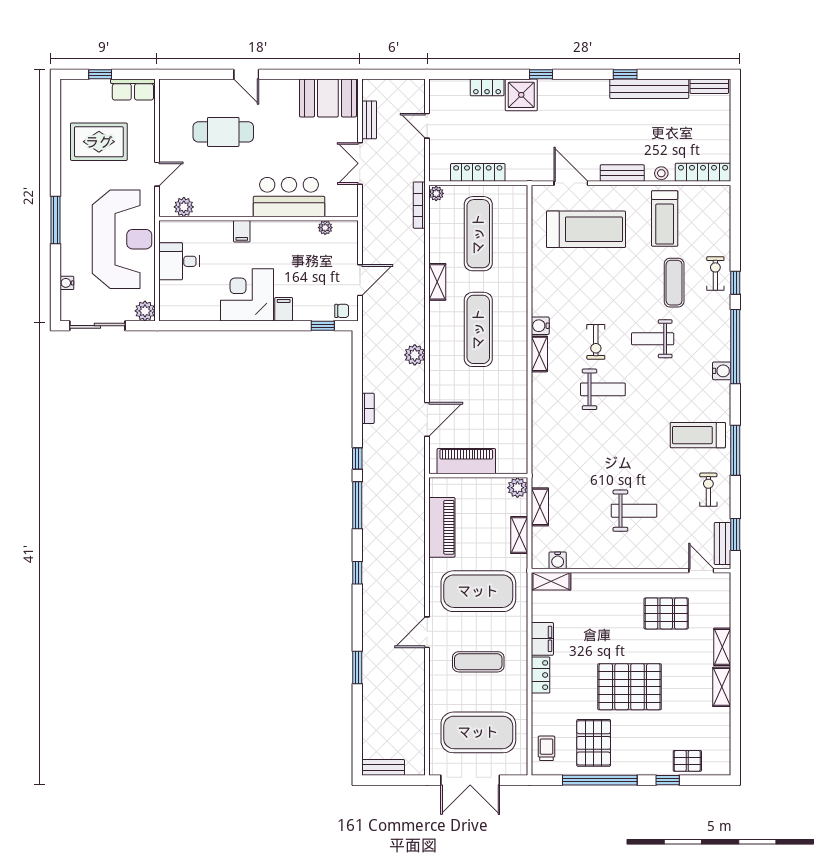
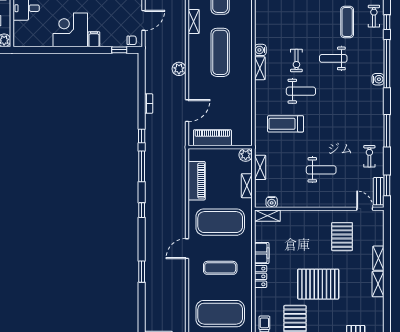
treadmill: (698, 435) -> (286, 124), moved
pallet: (666, 613) -> (342, 237), turned 90

